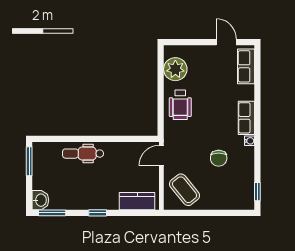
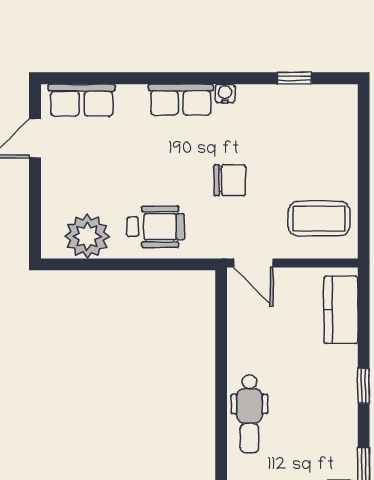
chair: (219, 158) -> (230, 180), moved
coffee table: (185, 190) -> (319, 219), turned 39
window: (257, 192) -> (294, 78), moved

